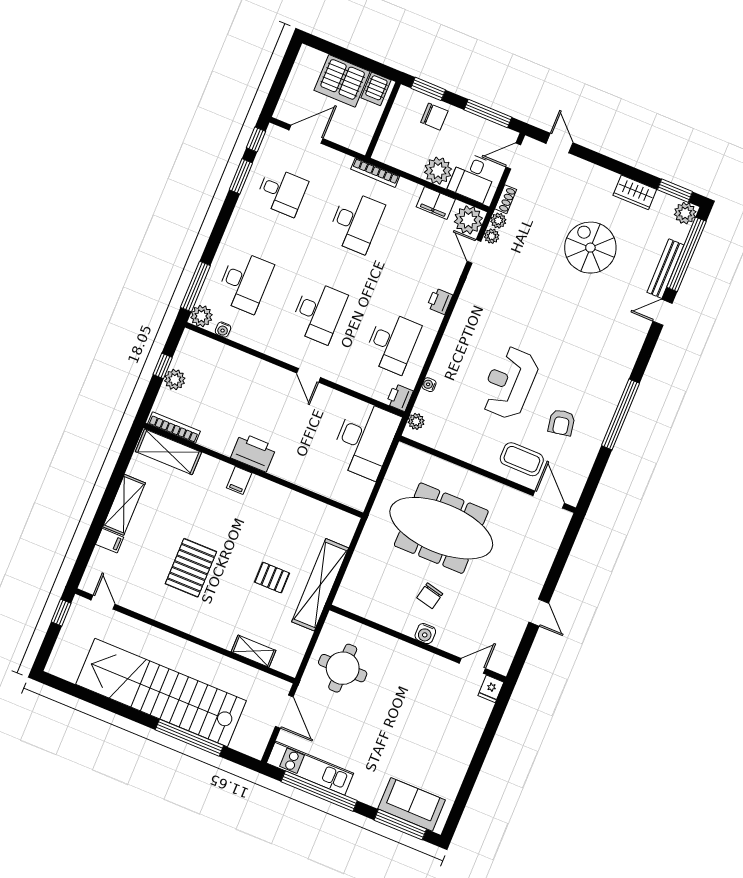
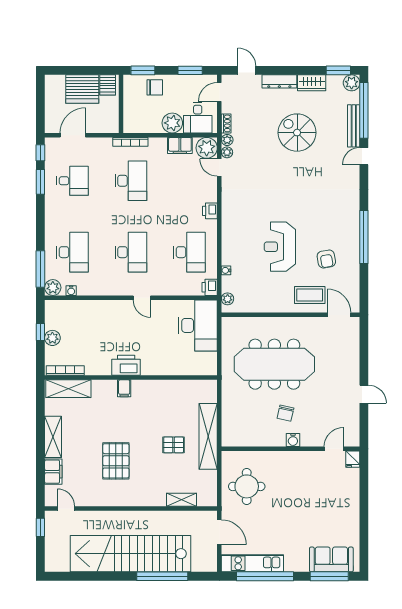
window: (488, 114) -> (190, 70), width x0.69
dresser: (595, 174) -> (279, 81), added
filing cabinet: (110, 541) -> (53, 472), width x2.00

